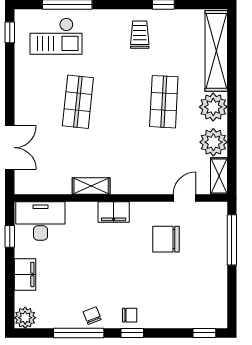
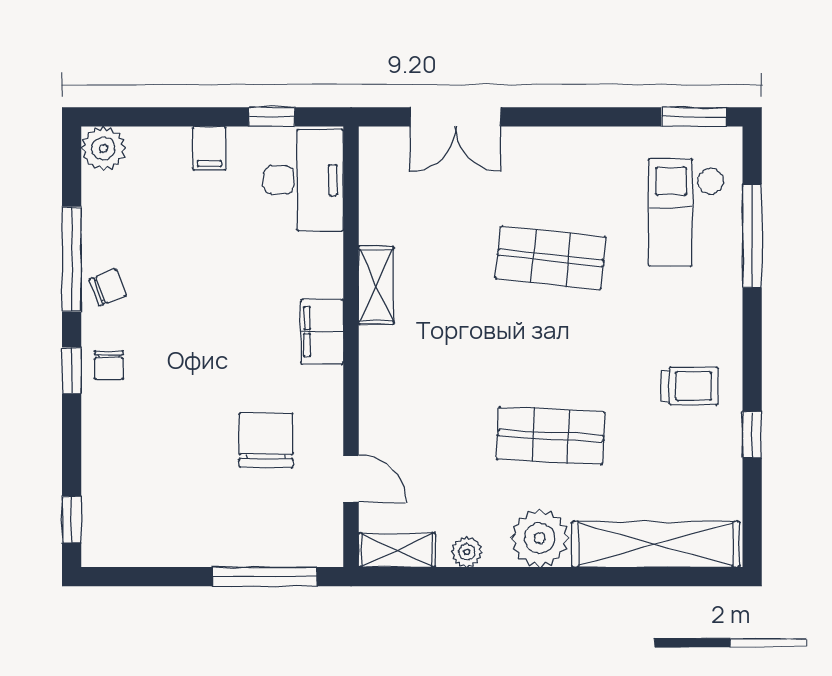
window: (10, 32) -> (694, 117), width x1.50
plant: (213, 142) -> (467, 552), width x0.53, depth x0.53
filing cabinet: (25, 274) -> (209, 148), width x0.50

